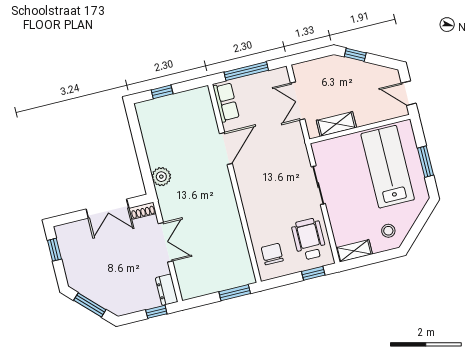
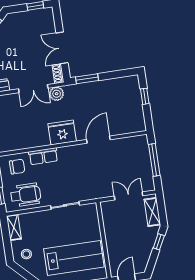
row of seats: (226, 102) -> (43, 156), moved
shelving: (336, 124) -> (152, 212), moved
door: (226, 148) -> (98, 140), swing flipped
window: (146, 171) -> (87, 79), added
plant: (161, 177) -> (57, 94), moved
fridge: (221, 198) -> (62, 132), added

